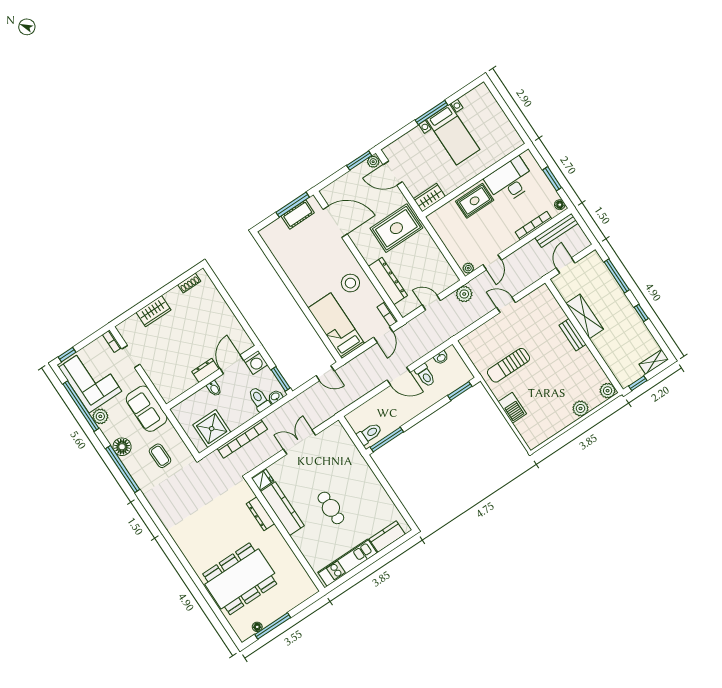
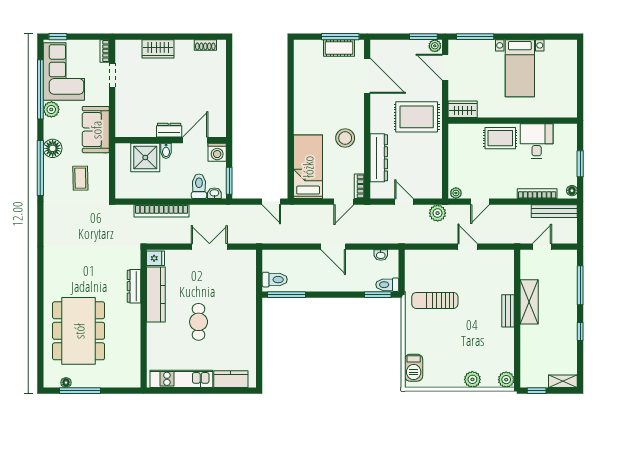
window: (431, 112) -> (475, 37), moved
desk: (510, 181) -> (537, 141), width x0.73
toilet: (425, 375) -> (387, 285), moved, turned 90
barbecue: (512, 408) -> (414, 368), moved
shower: (212, 429) -> (145, 158), moved
dining table: (240, 579) -> (79, 331), turned 90

